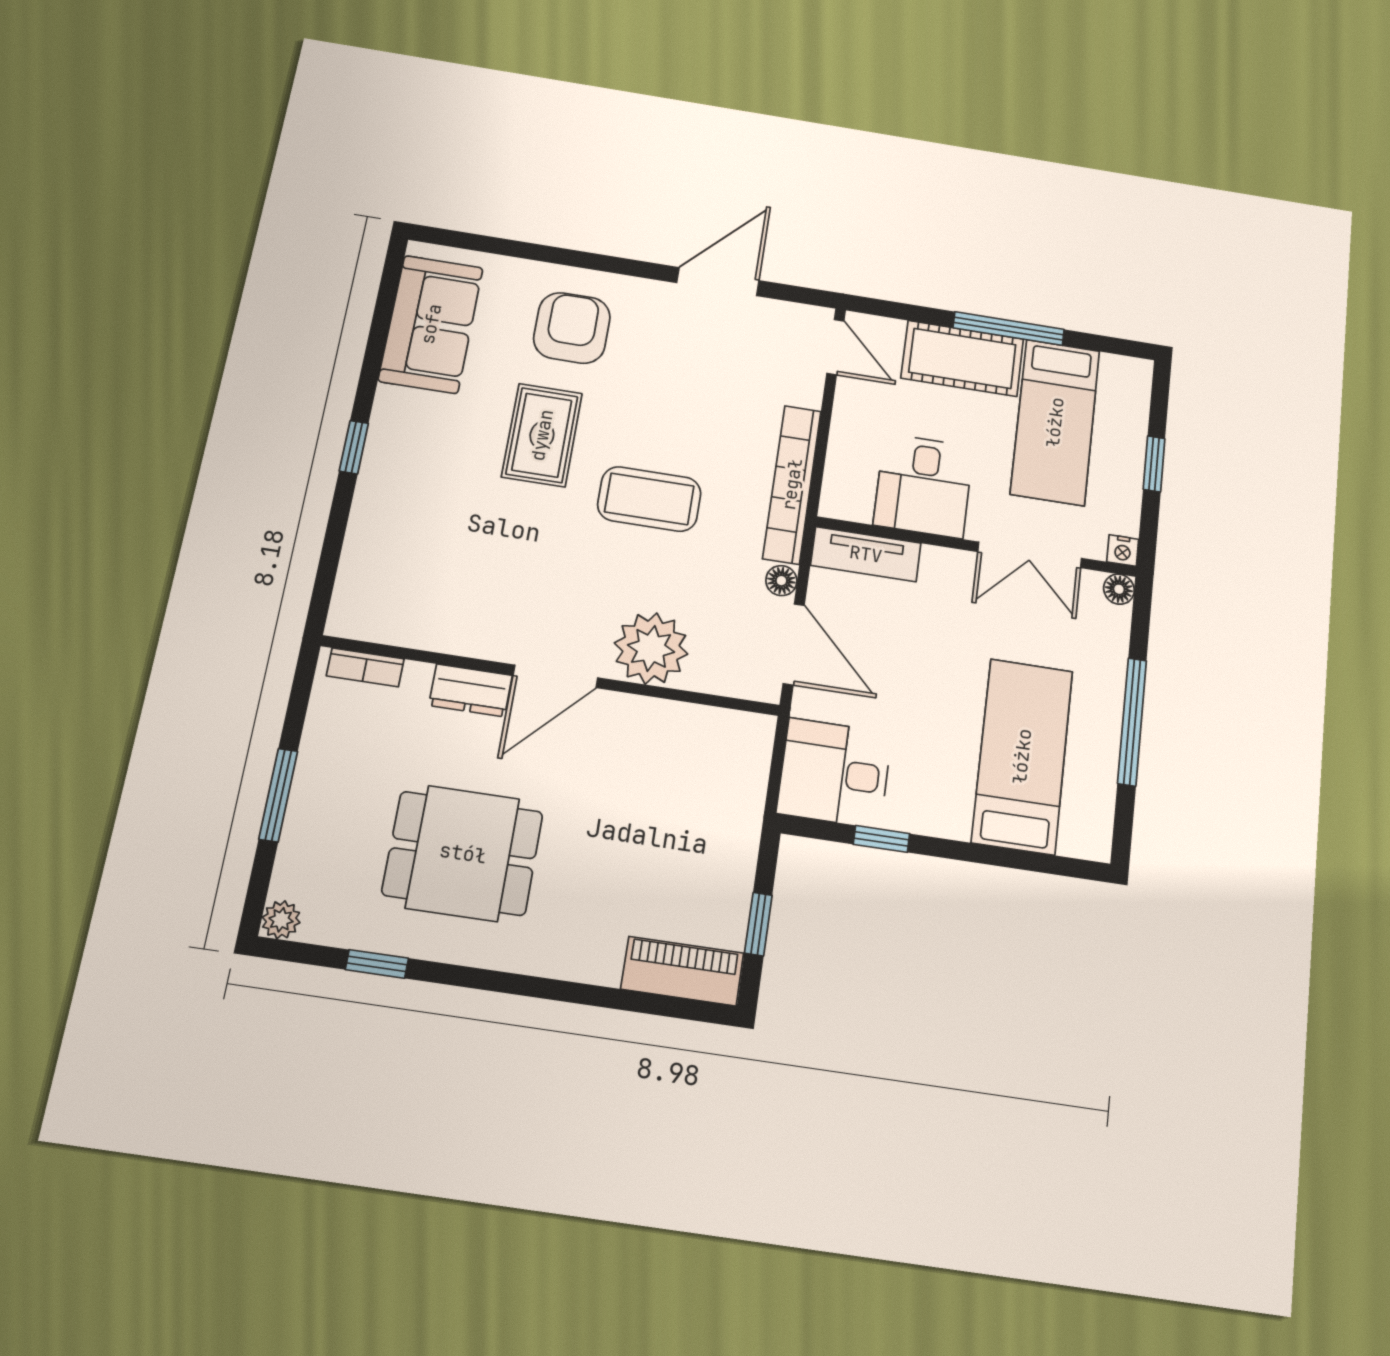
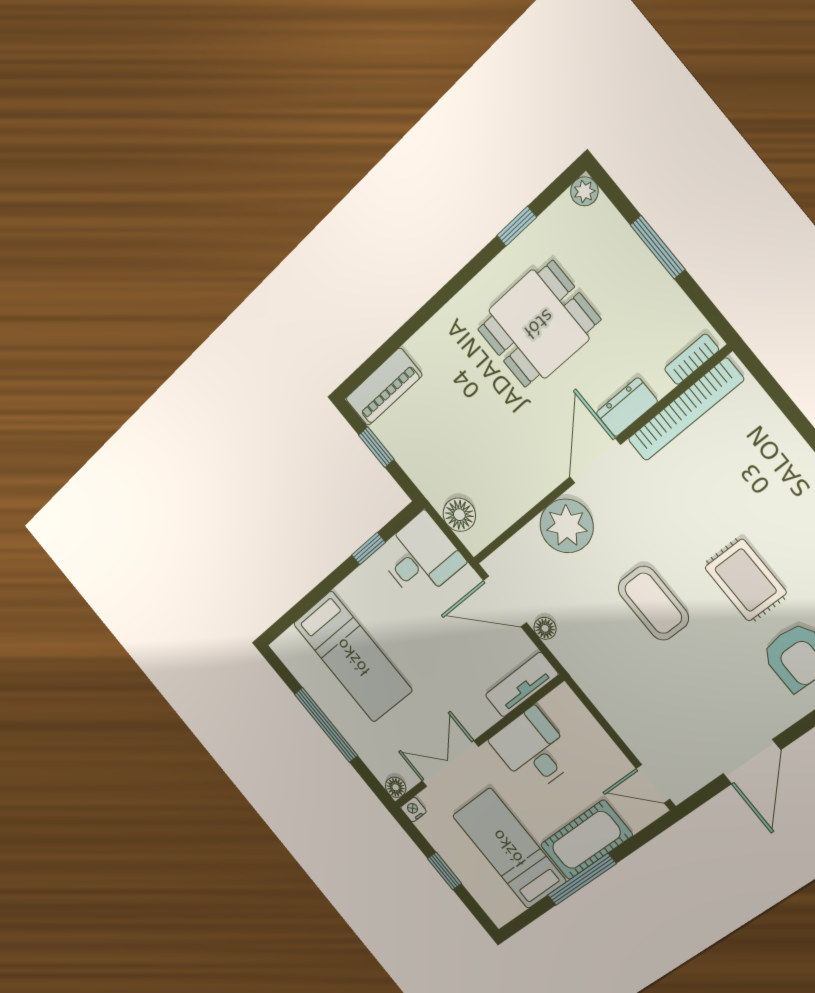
bookcase: (792, 484) -> (685, 410), moved, turned 90
coffee table: (649, 499) -> (653, 603), turned 90
floor lamp: (746, 770) -> (459, 515), added

